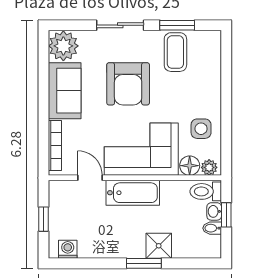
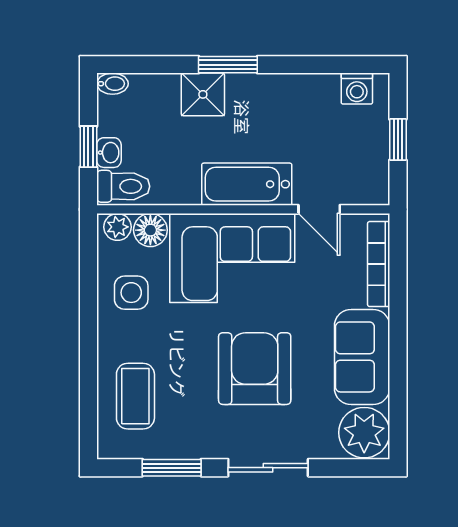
coffee table: (175, 52) -> (135, 396), moved
bidet: (212, 228) -> (112, 84), moved

